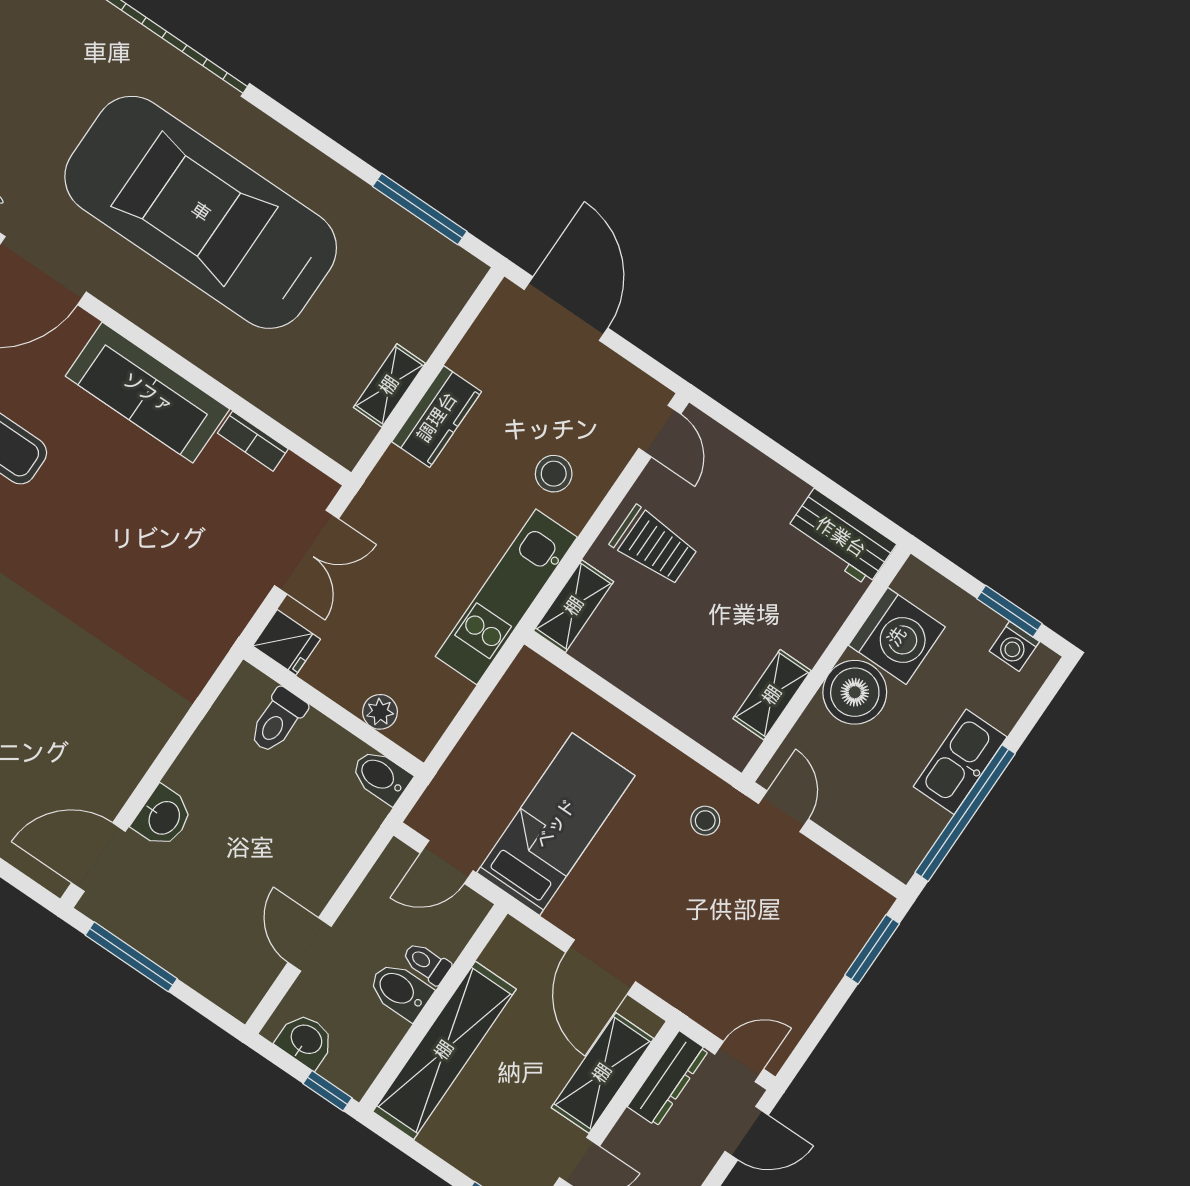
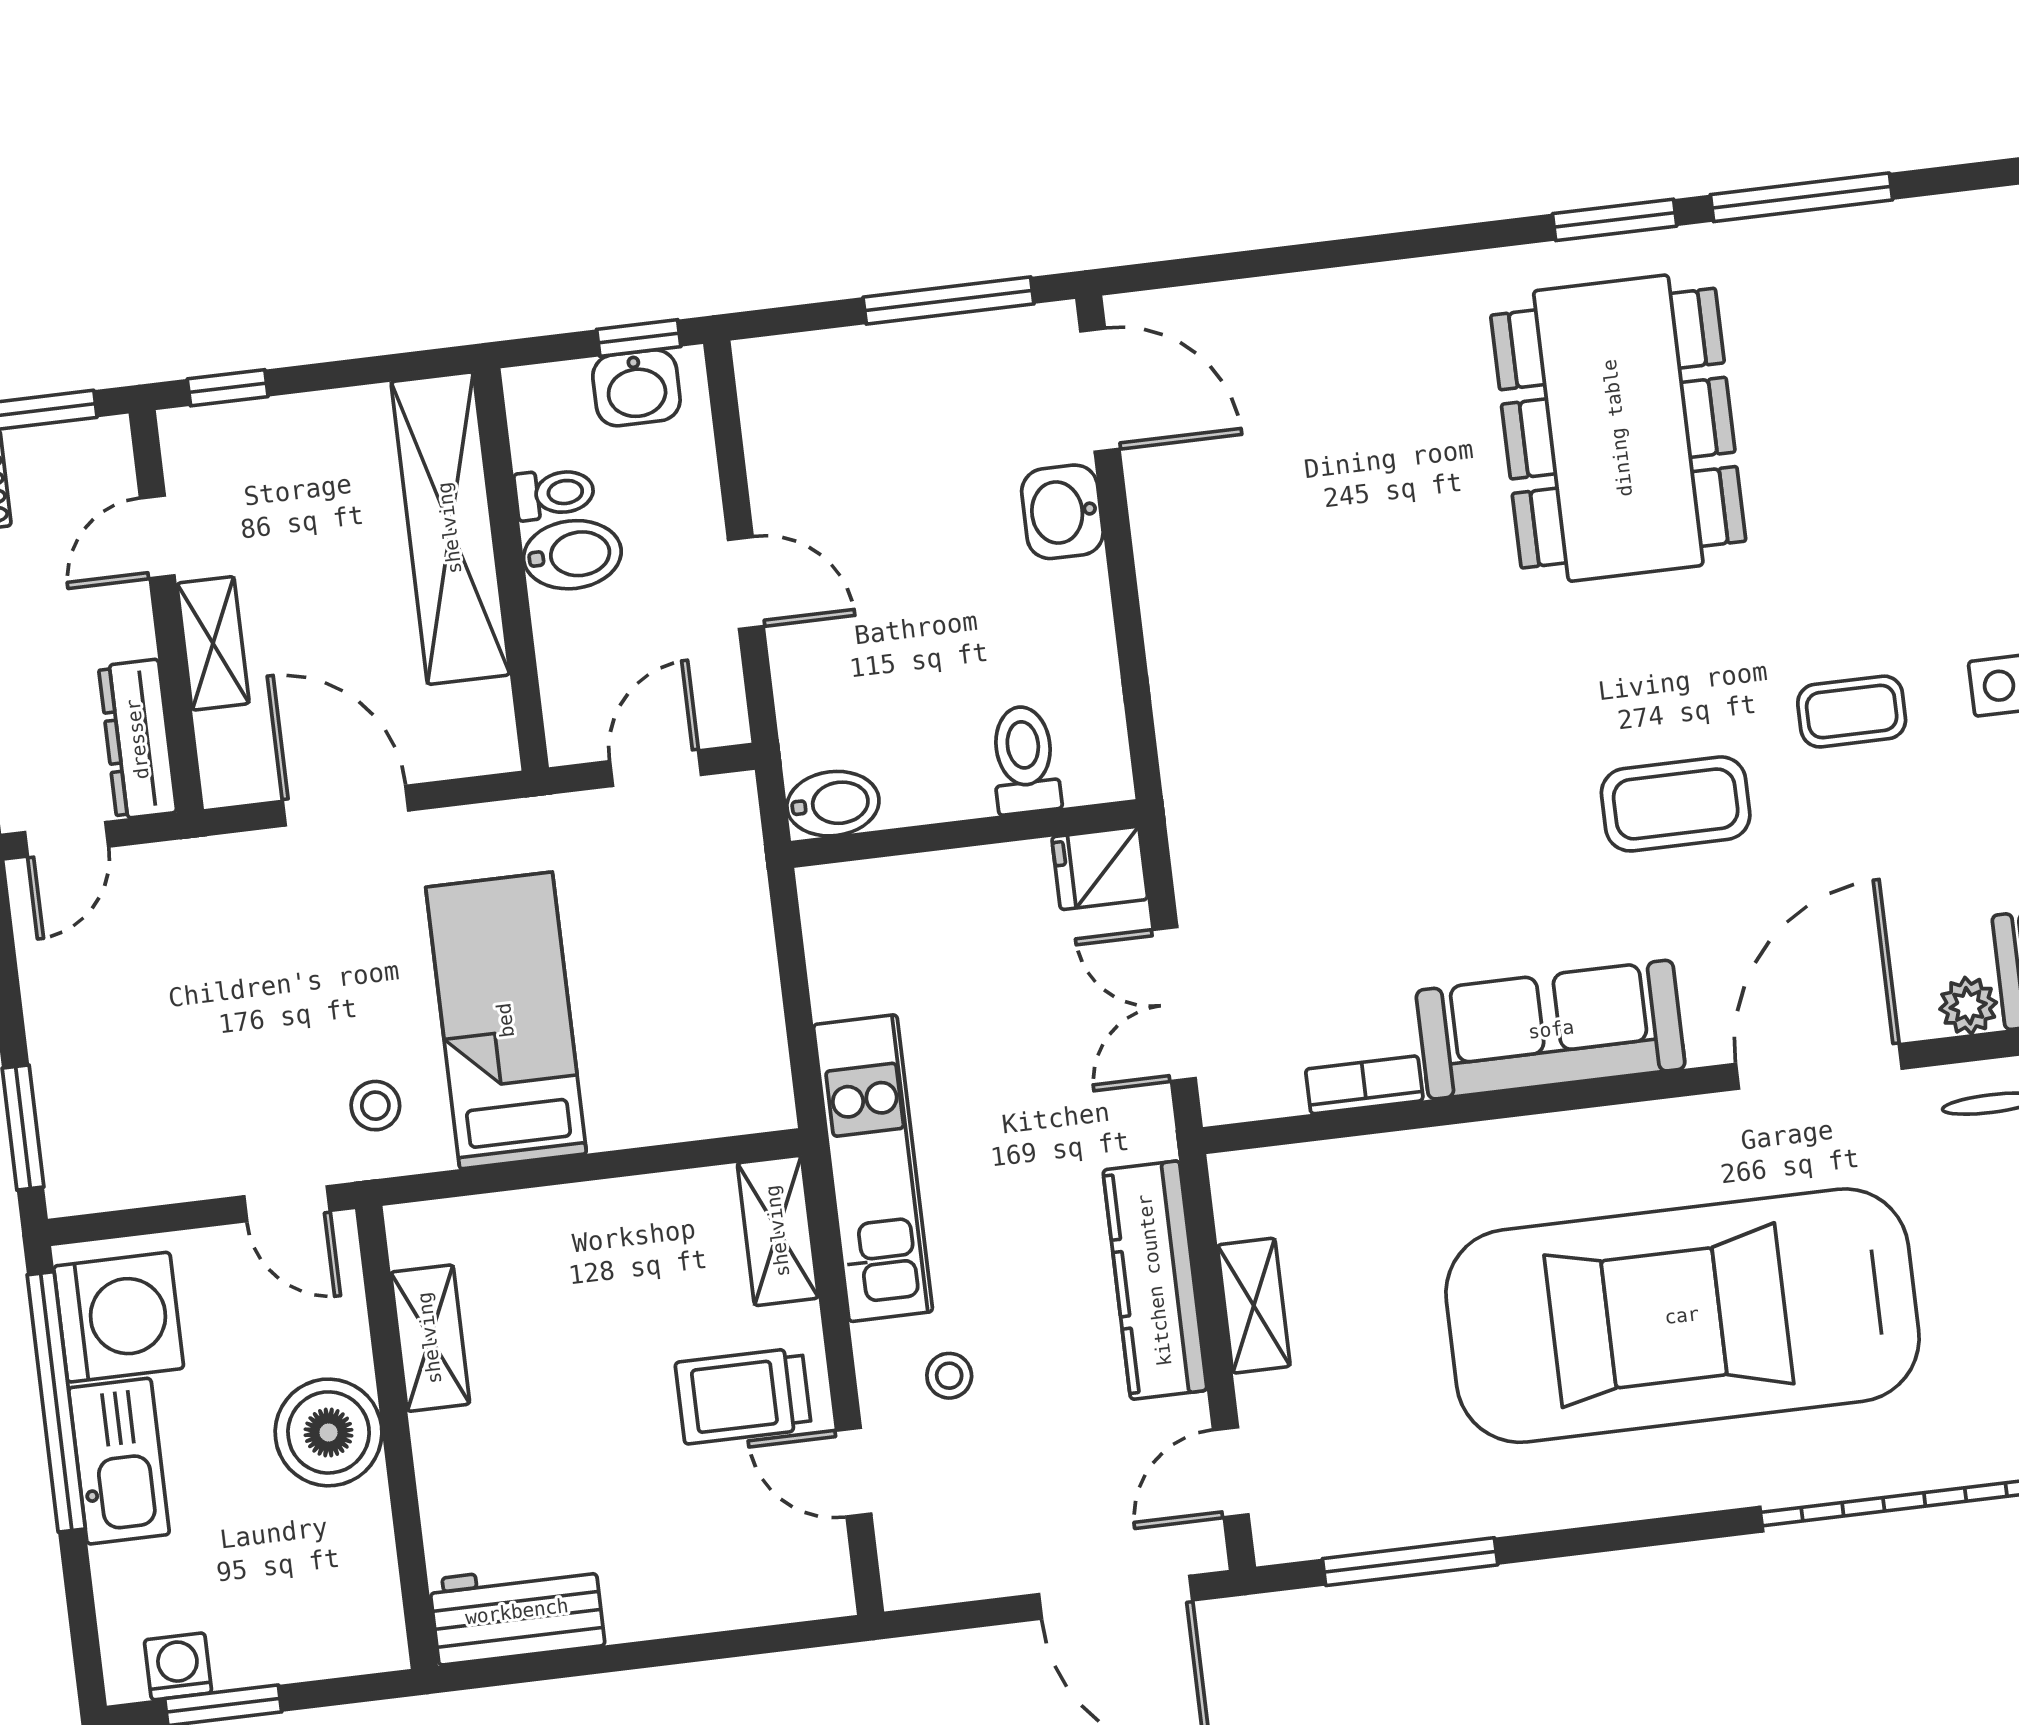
car: (201, 212) -> (1682, 1316), turned 180
door: (465, 320) -> (1231, 1472), added
kitchen counter: (437, 417) -> (1155, 1280), width x1.50
door: (660, 431) -> (854, 1472), moved
stool: (554, 474) -> (949, 1376), width x0.73, depth x0.73
washing machine: (897, 636) -> (119, 1317), moved, turned 180
plant: (380, 712) -> (905, 884), removed
bed: (556, 824) -> (506, 1020), moved, turned 180
door: (98, 857) -> (1100, 390), hinge flipped
door: (310, 944) -> (746, 583), moved
toilet: (426, 963) -> (555, 493), moved
shelving: (602, 1073) -> (213, 643), width x0.67, depth x0.75
window: (328, 1091) -> (639, 338), moved

